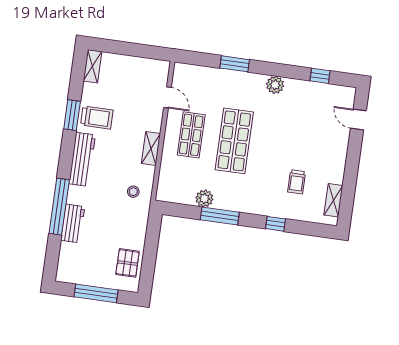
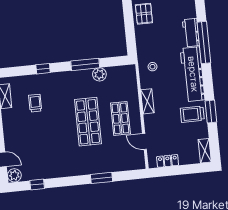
locker: (144, 65) -> (168, 161), added
plant: (275, 85) -> (14, 175), moved
workbench: (82, 159) -> (193, 74), width x1.36, depth x1.32

